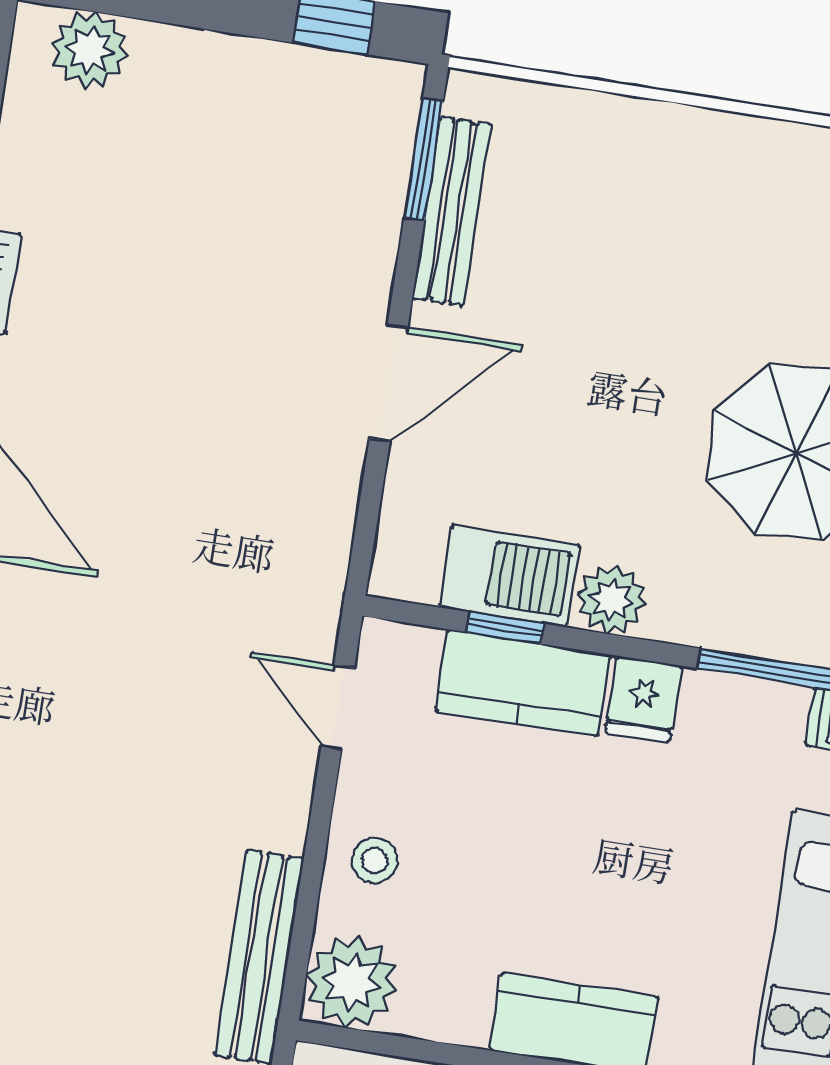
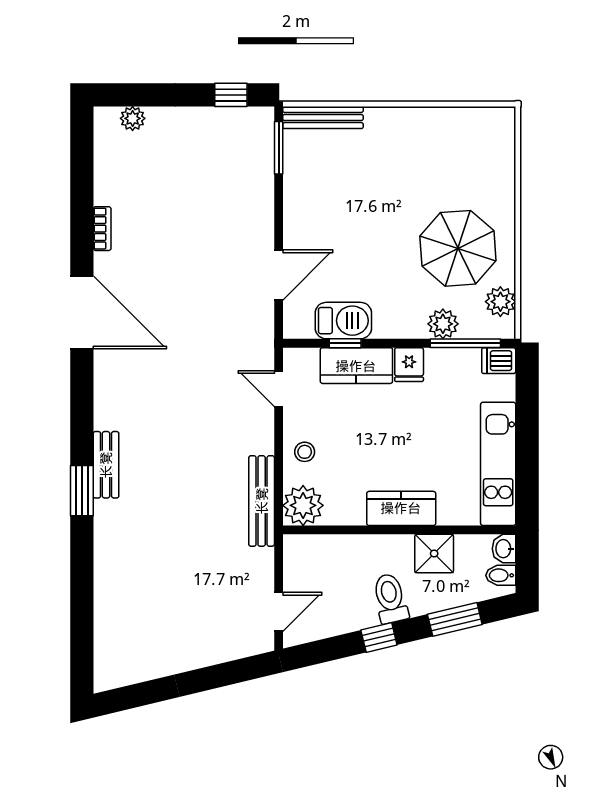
plant: (90, 50) -> (133, 118), width x0.73, depth x0.73
bench: (452, 211) -> (323, 117), moved, turned 90
door: (389, 383) -> (279, 275), moved
plant: (612, 599) -> (443, 324), moved

